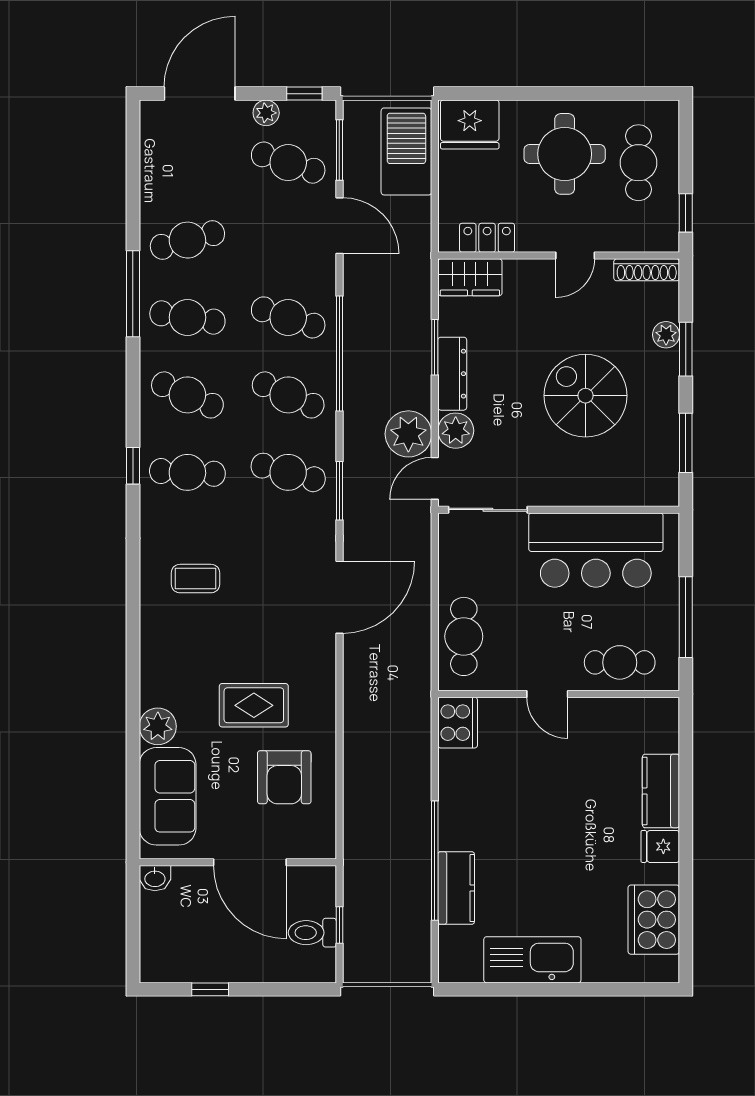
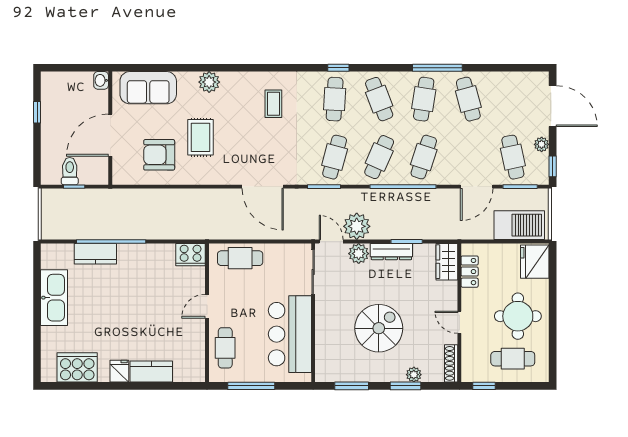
cafe table: (288, 163) -> (513, 157), turned -30
cafe table: (187, 395) -> (379, 99), turned -45
plant: (158, 726) -> (209, 82), moved

